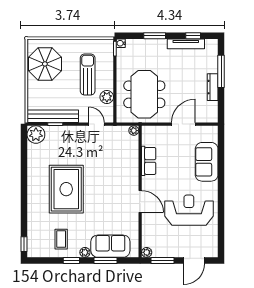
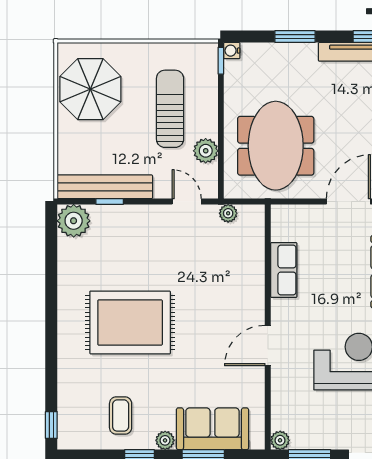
plant: (134, 131) -> (228, 213), moved
rug: (66, 189) -> (130, 322), turned 90
door: (140, 201) -> (268, 345), swing flipped

